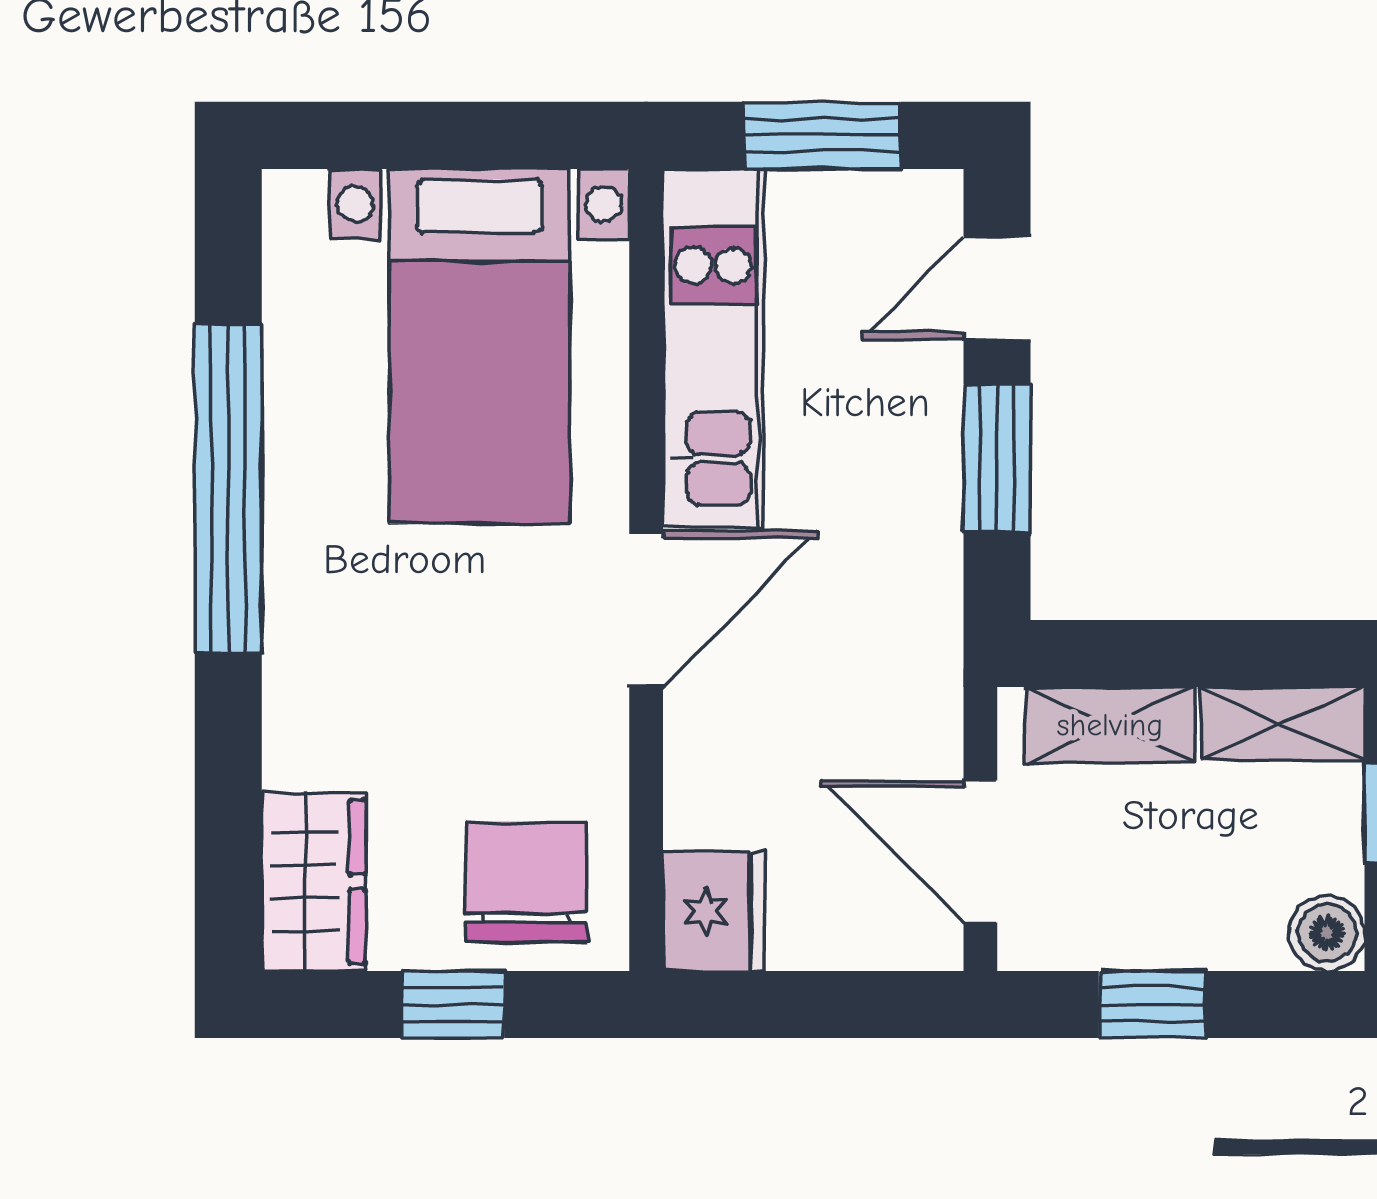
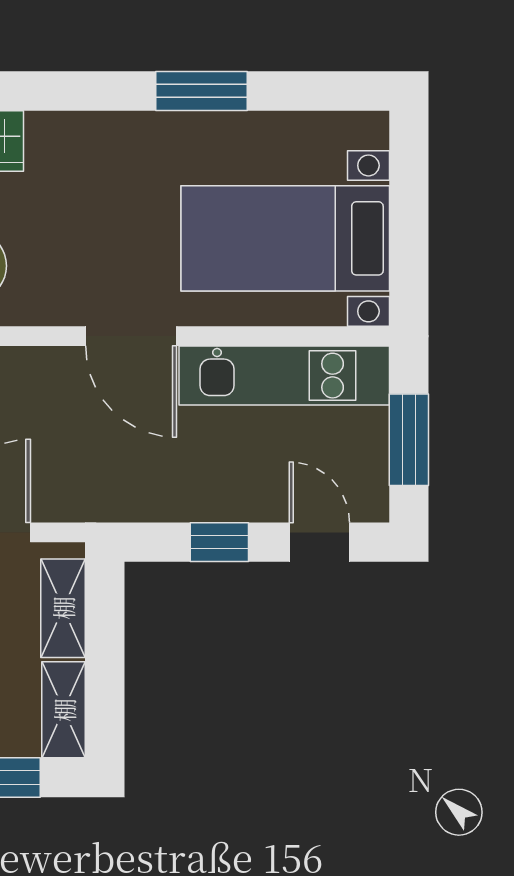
window: (997, 458) -> (219, 542), width x0.67
window: (228, 489) -> (202, 91), width x0.47

